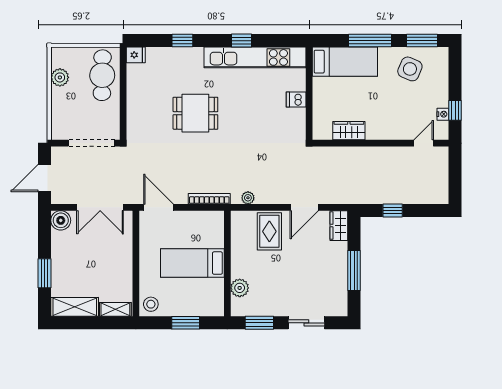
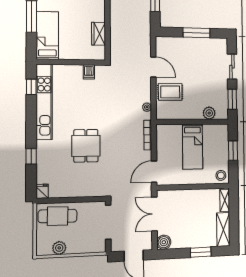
window: (241, 41) -> (31, 87), moved
dishwasher: (296, 100) -> (89, 72), moved
double door: (100, 207) -> (154, 214), swing flipped
wardrobe: (339, 226) -> (166, 43), removed

